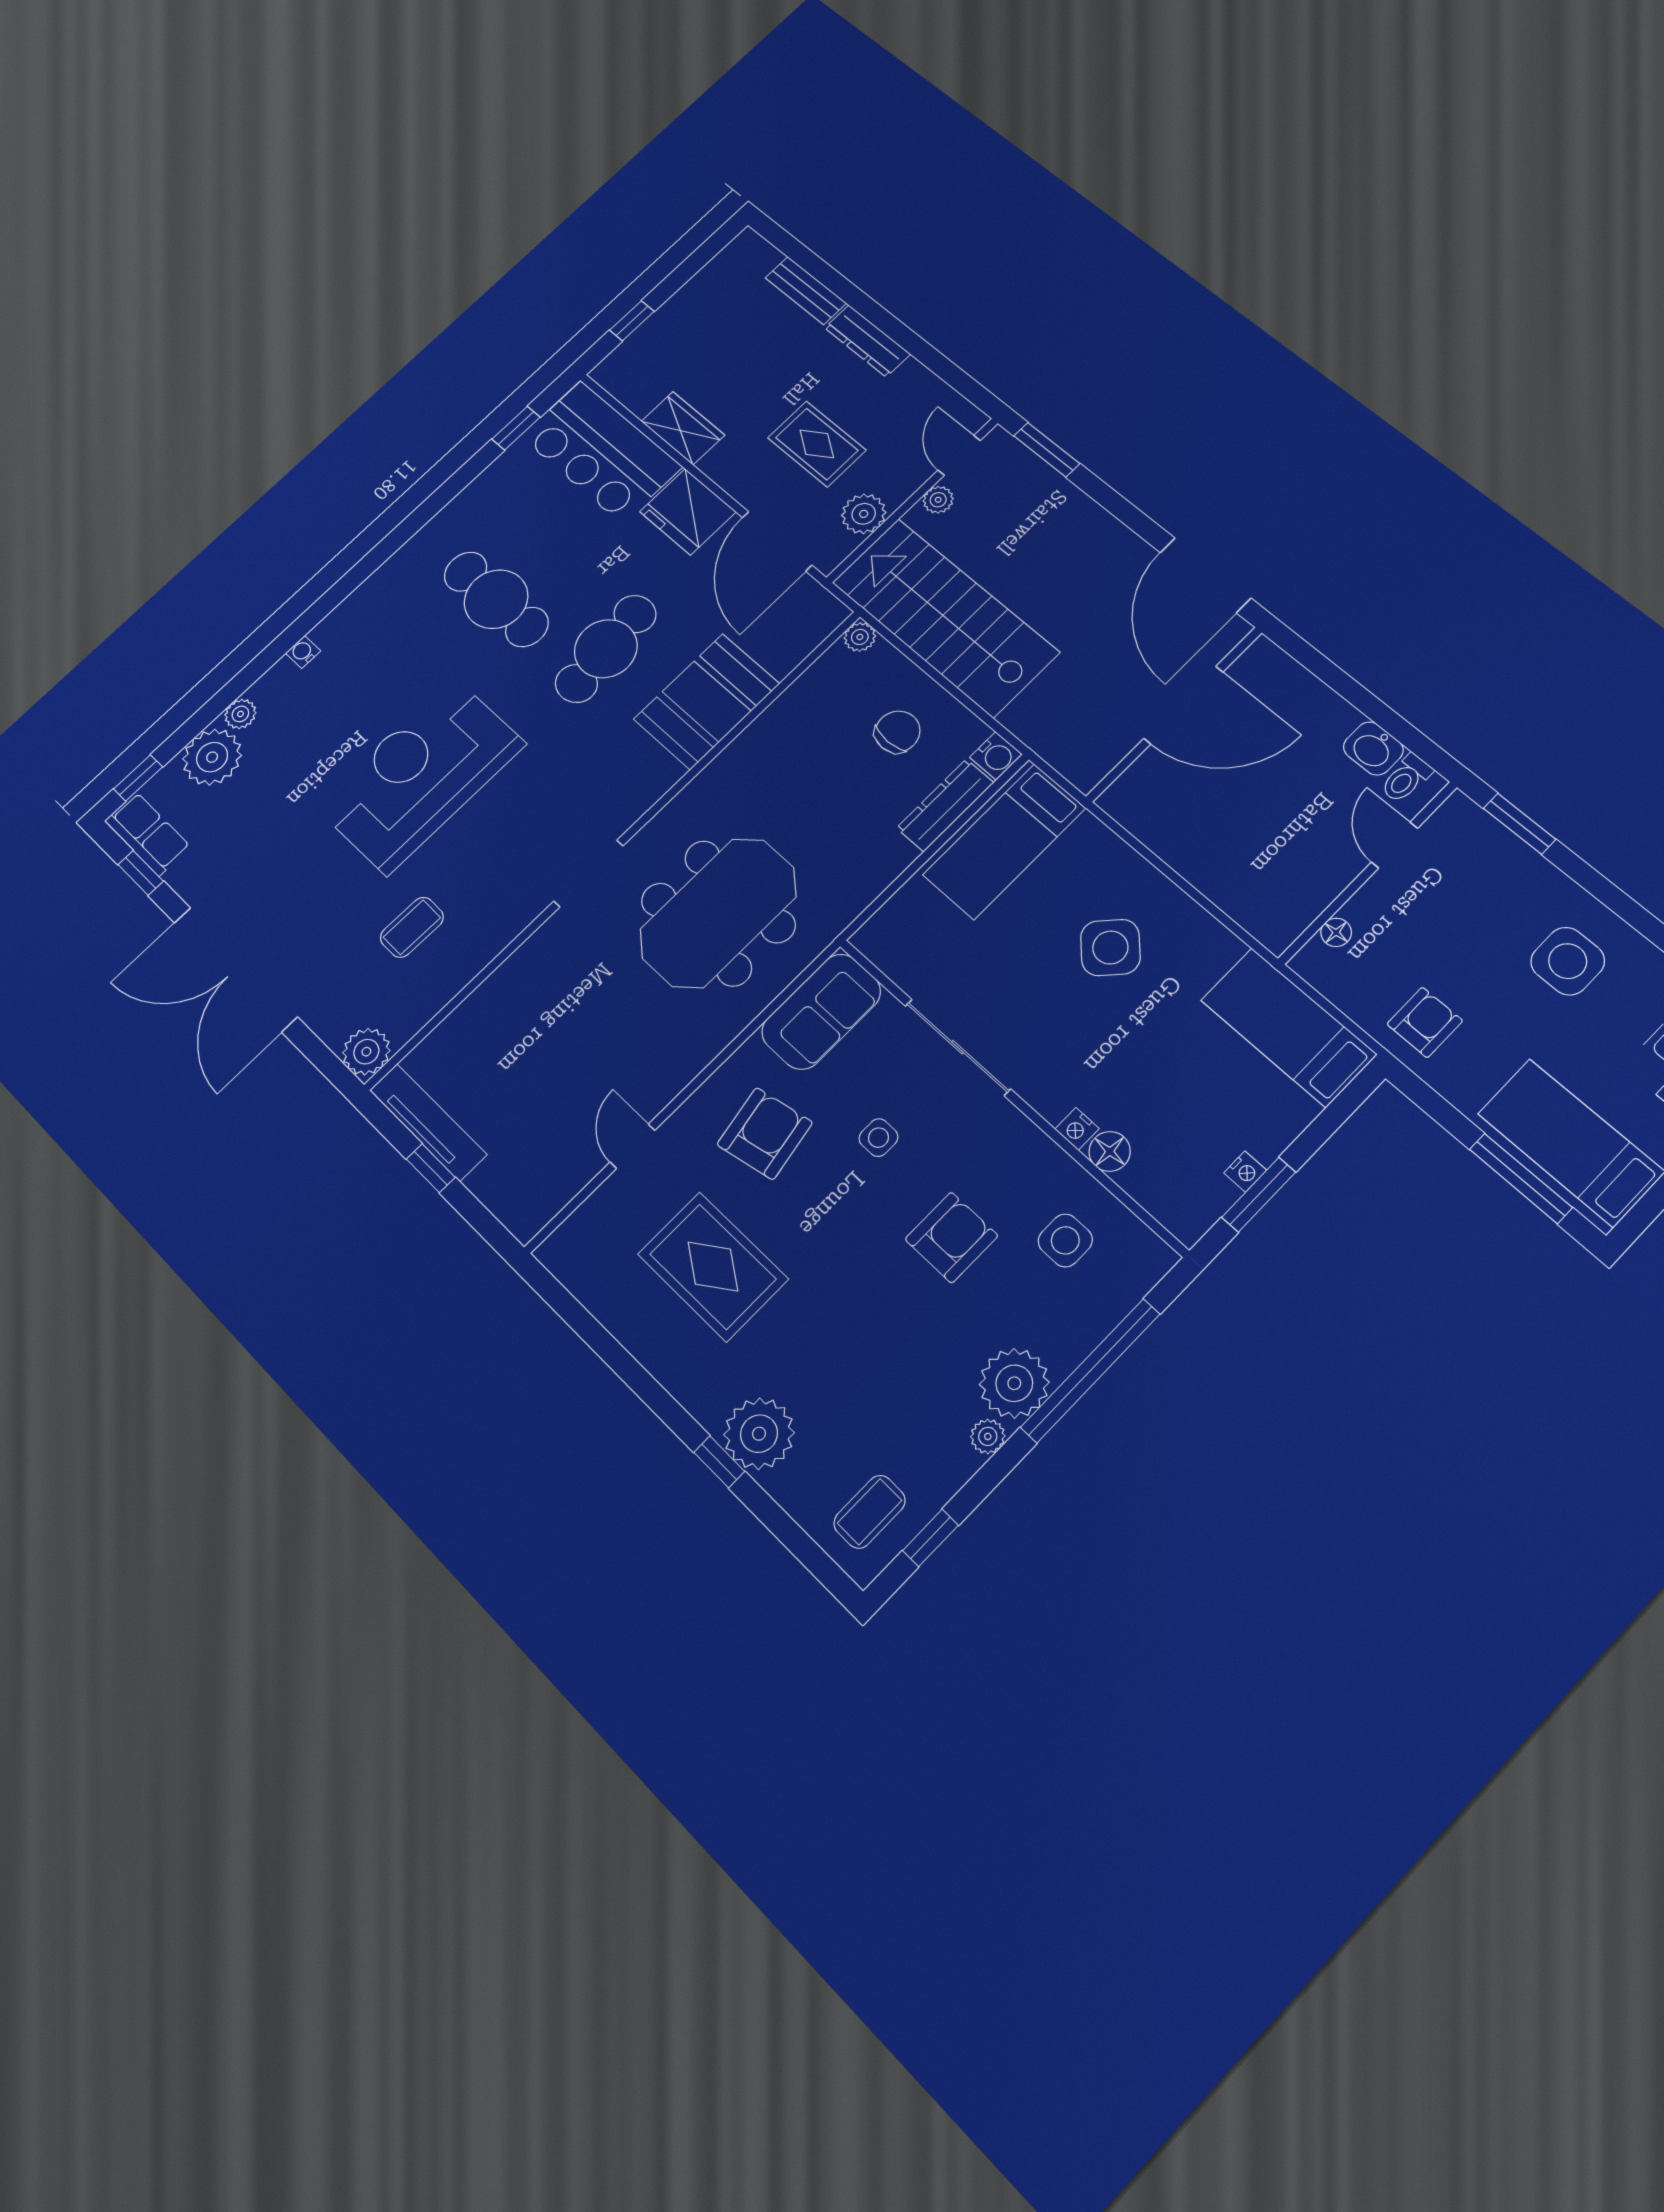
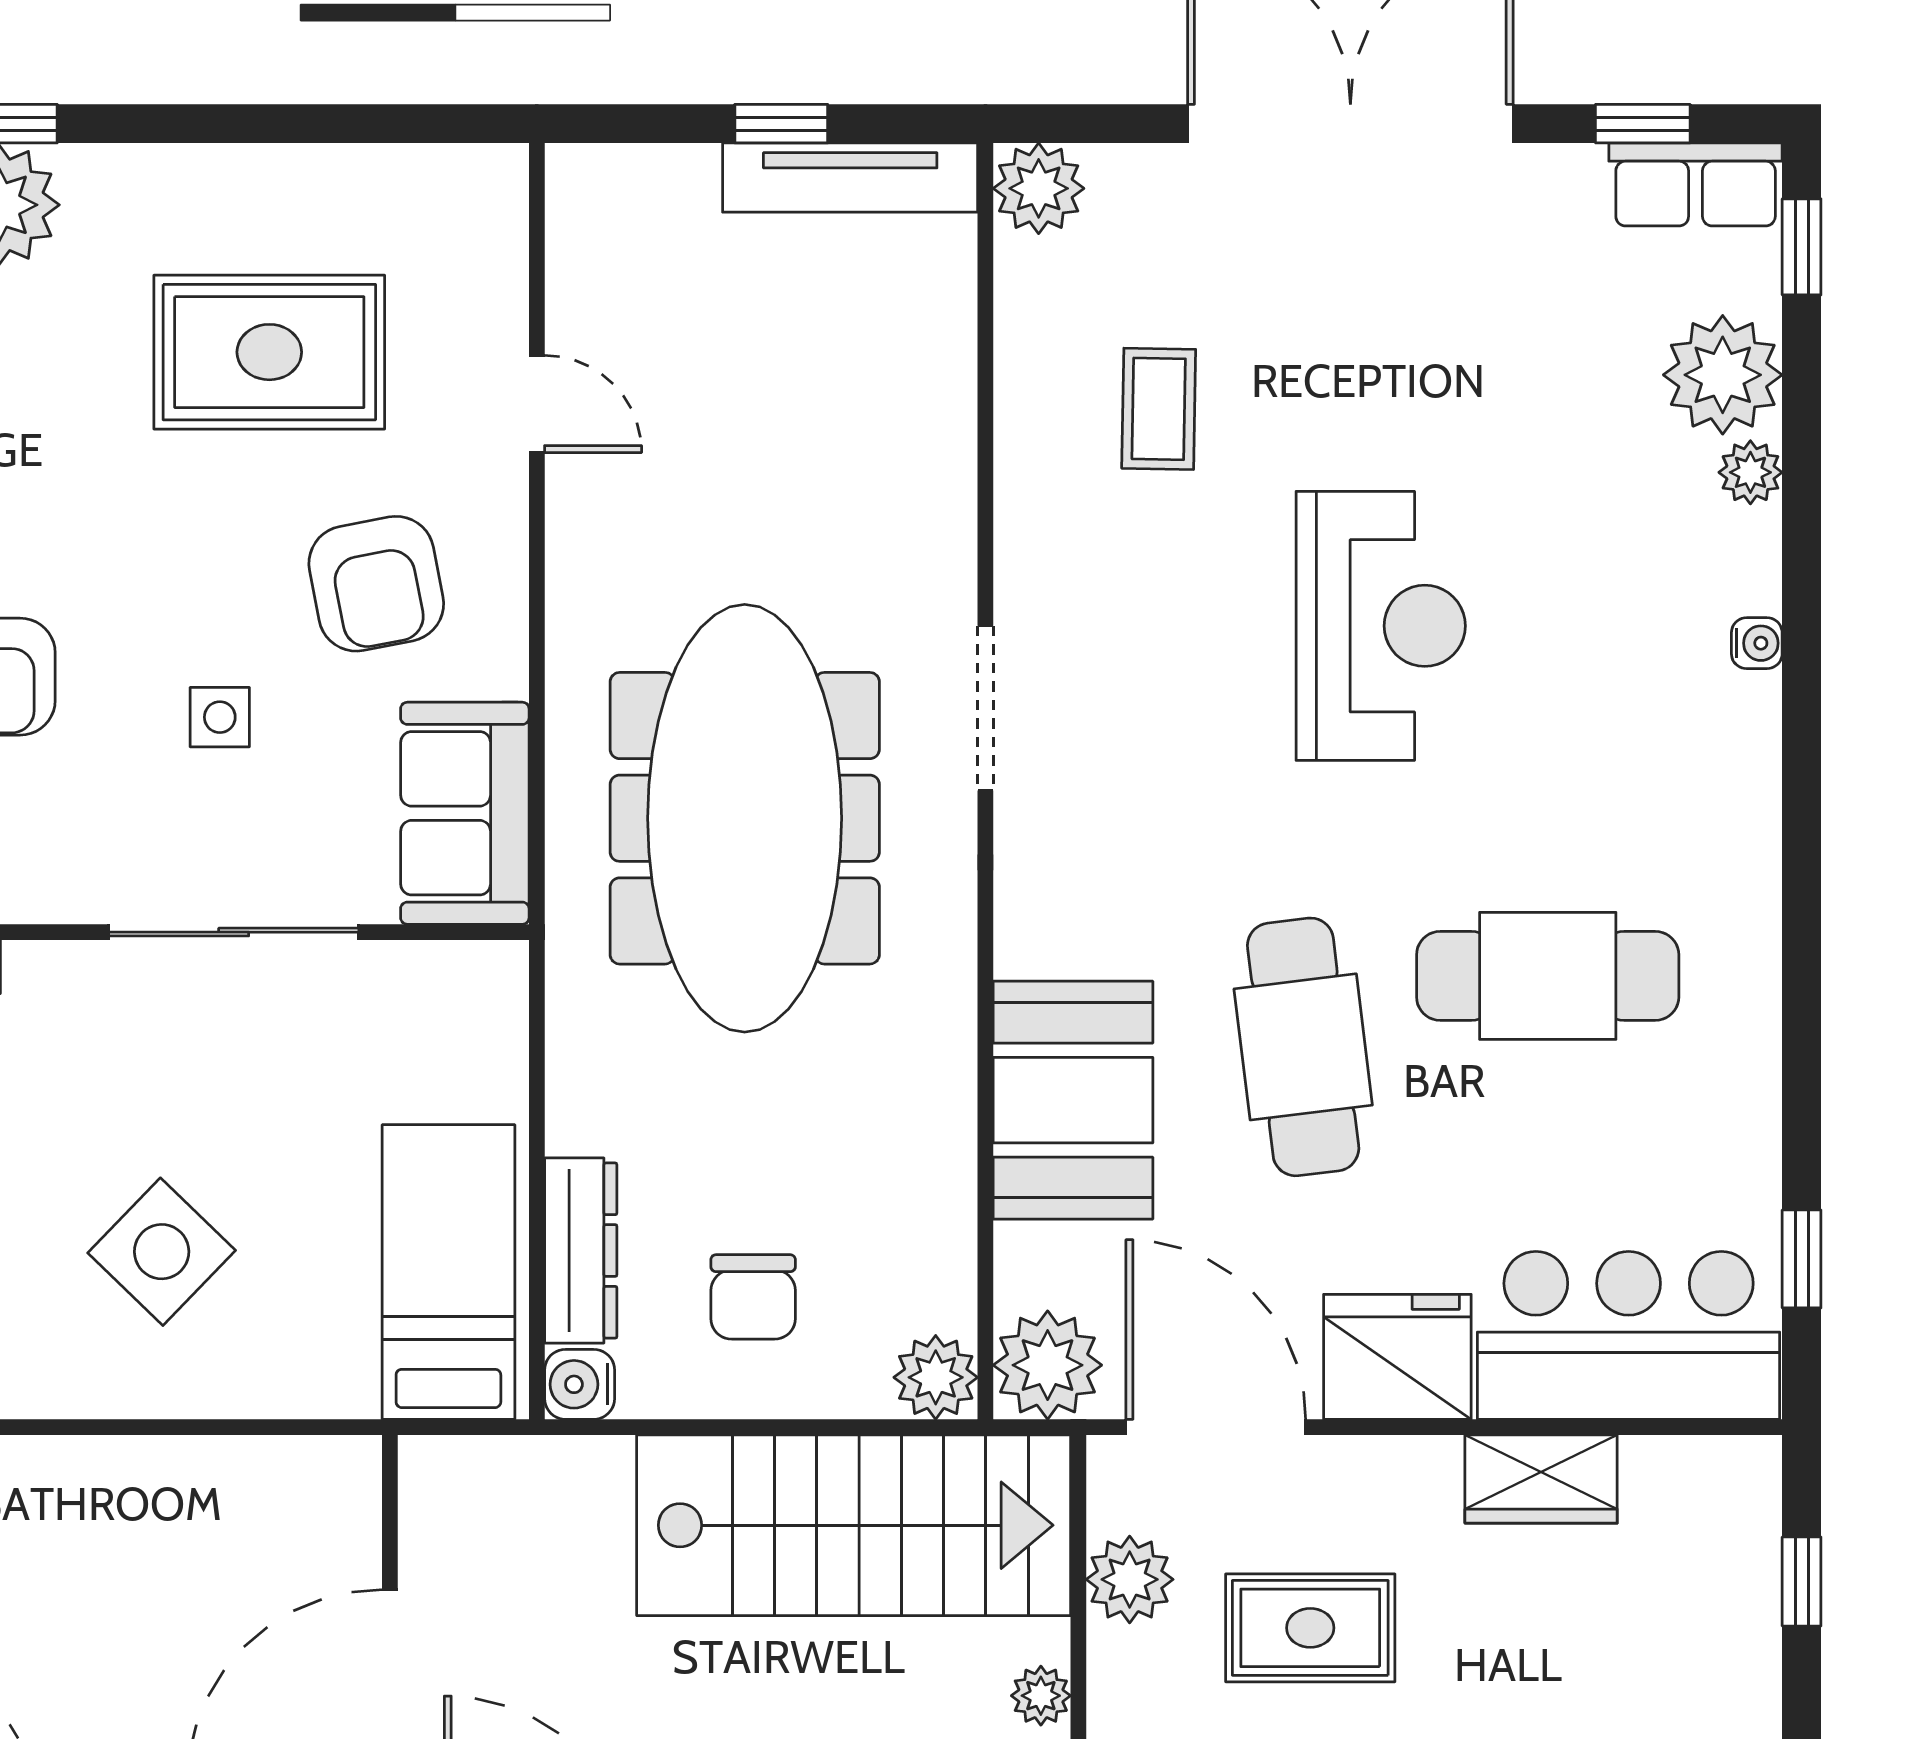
plant: (815, 614) -> (1048, 1365), added
plant: (860, 637) -> (936, 1377), width x1.38, depth x1.38
reception desk: (420, 775) -> (1381, 626), width x0.74, depth x0.77
meeting table: (718, 913) -> (745, 818), width x1.36

